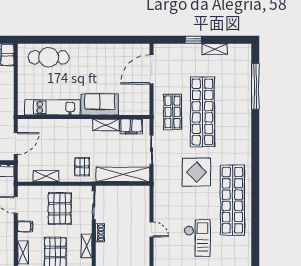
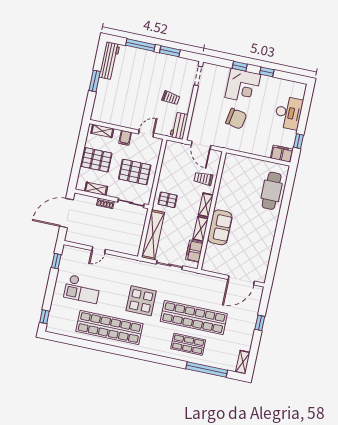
shelving: (215, 49) -> (243, 362), moved
door: (152, 69) -> (241, 280), swing flipped
kitchen unit: (52, 107) -> (226, 185), removed
shop shelf: (173, 112) -> (188, 344), moved
trolley: (51, 133) -> (203, 179), added
shelving: (46, 176) -> (206, 205), moved

